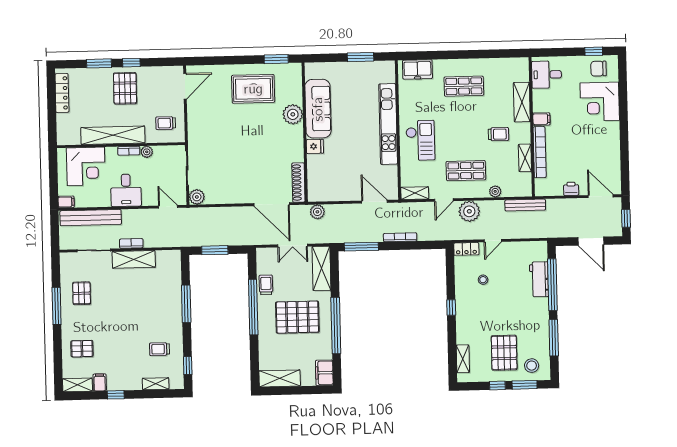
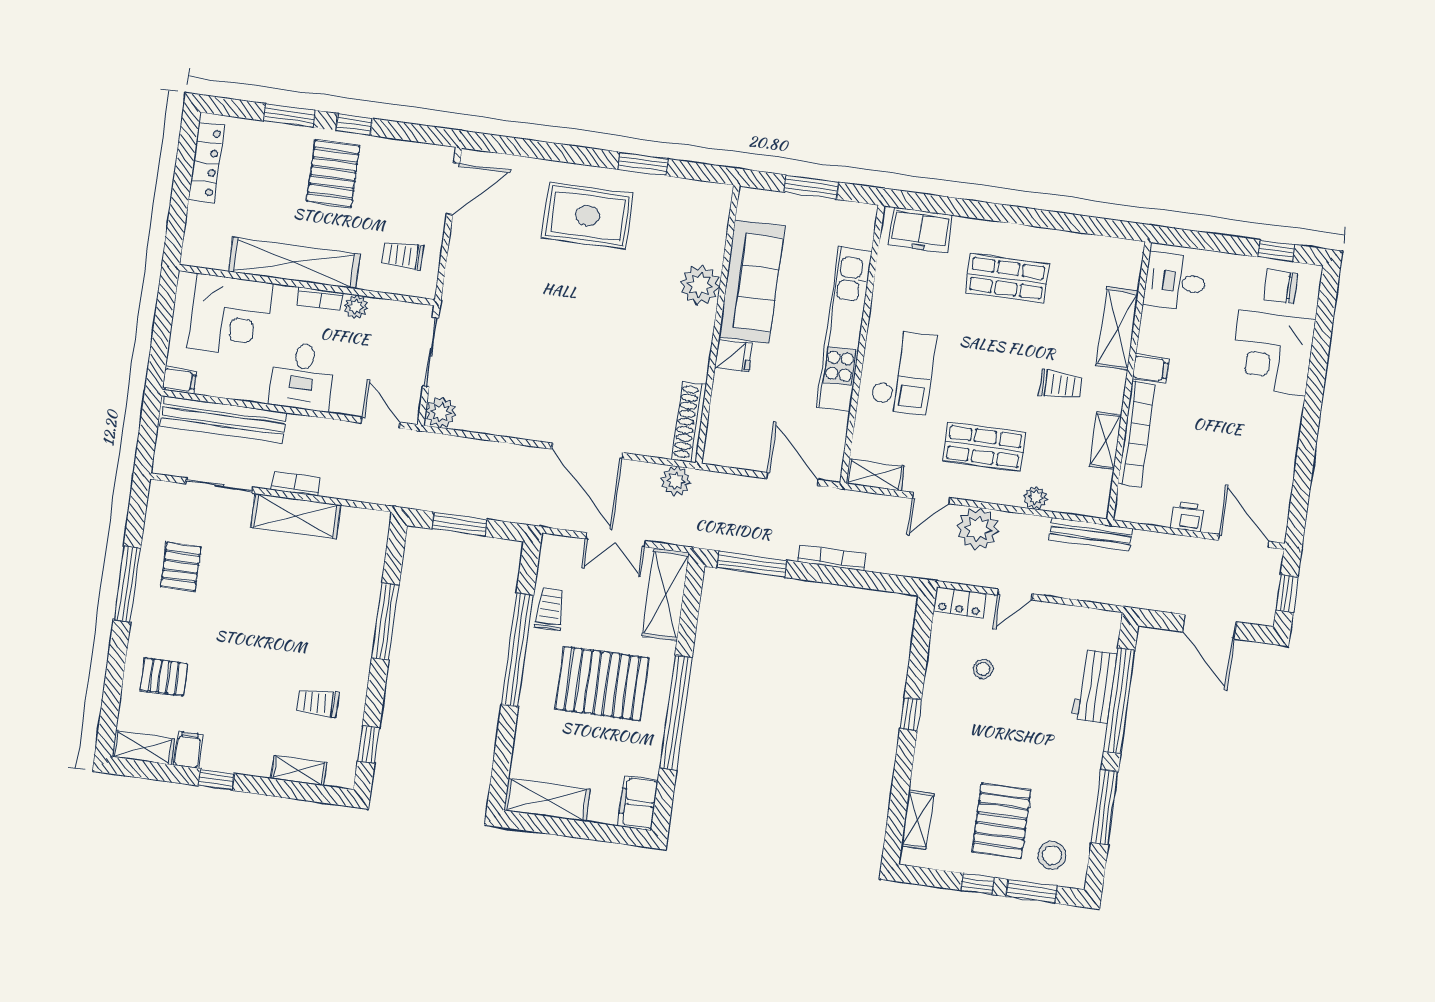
sofa: (318, 109) -> (752, 282), moved
plant: (293, 114) -> (700, 285), moved
wall: (305, 132) -> (718, 324), moved
fridge: (315, 146) -> (733, 356), moved
shoe rack: (298, 182) -> (689, 422), moved

